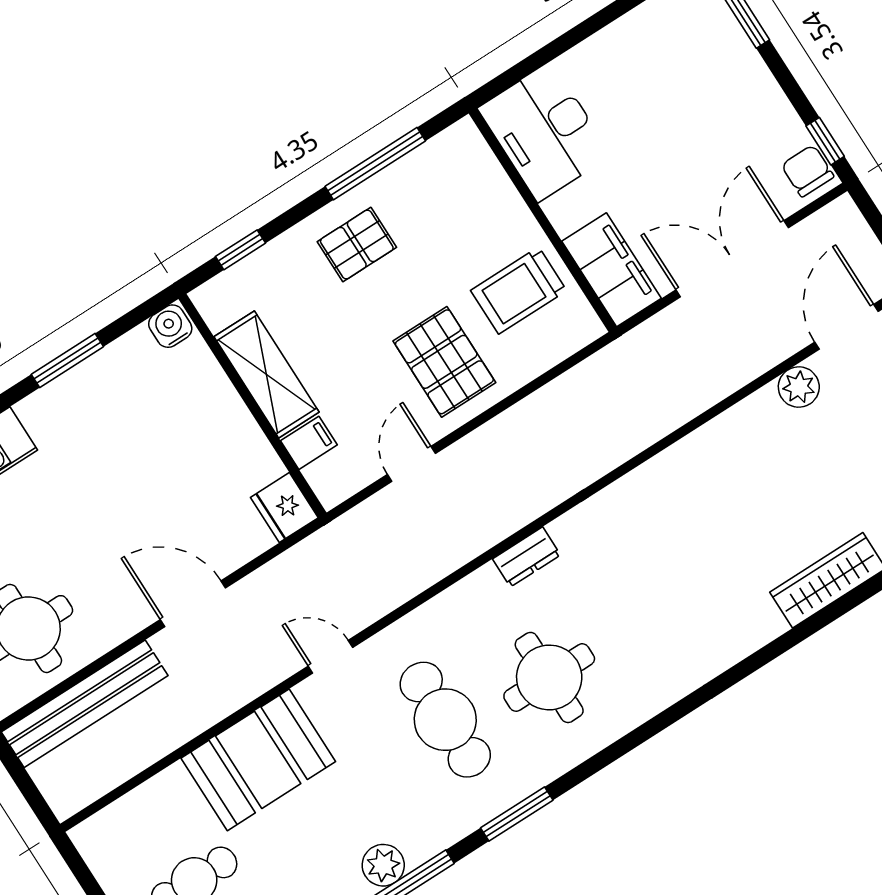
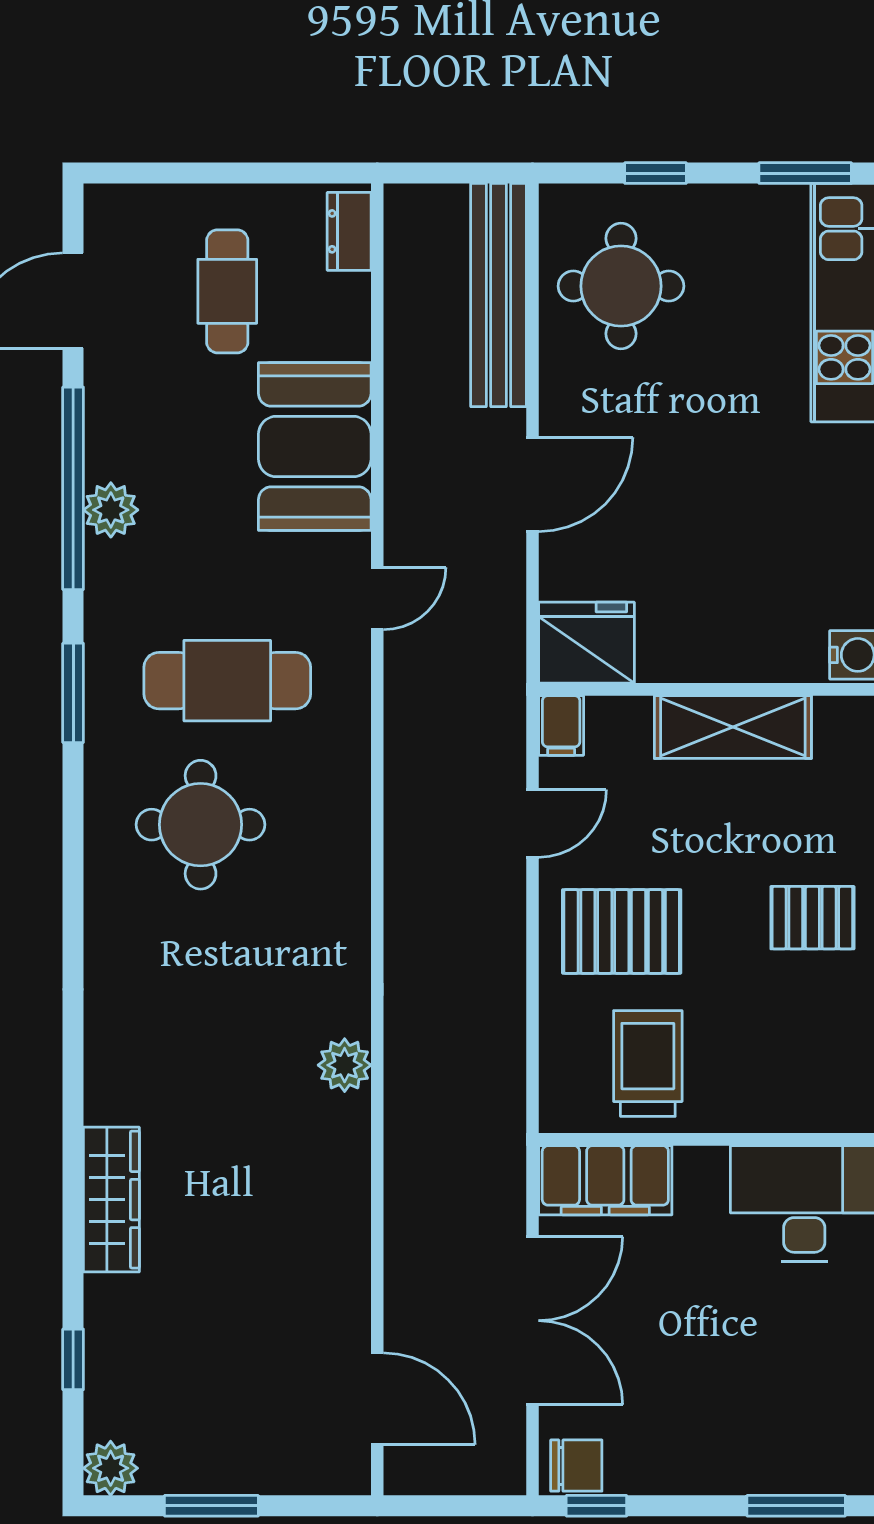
pallet: (357, 244) -> (812, 918), turned 90
plant: (799, 387) -> (345, 1065), moved
filing cabinet: (309, 443) -> (561, 725), moved
door: (411, 464) -> (532, 823), hinge flipped
fridge: (284, 508) -> (587, 643), width x1.36, depth x1.34
dresser: (526, 557) -> (349, 231), moved

